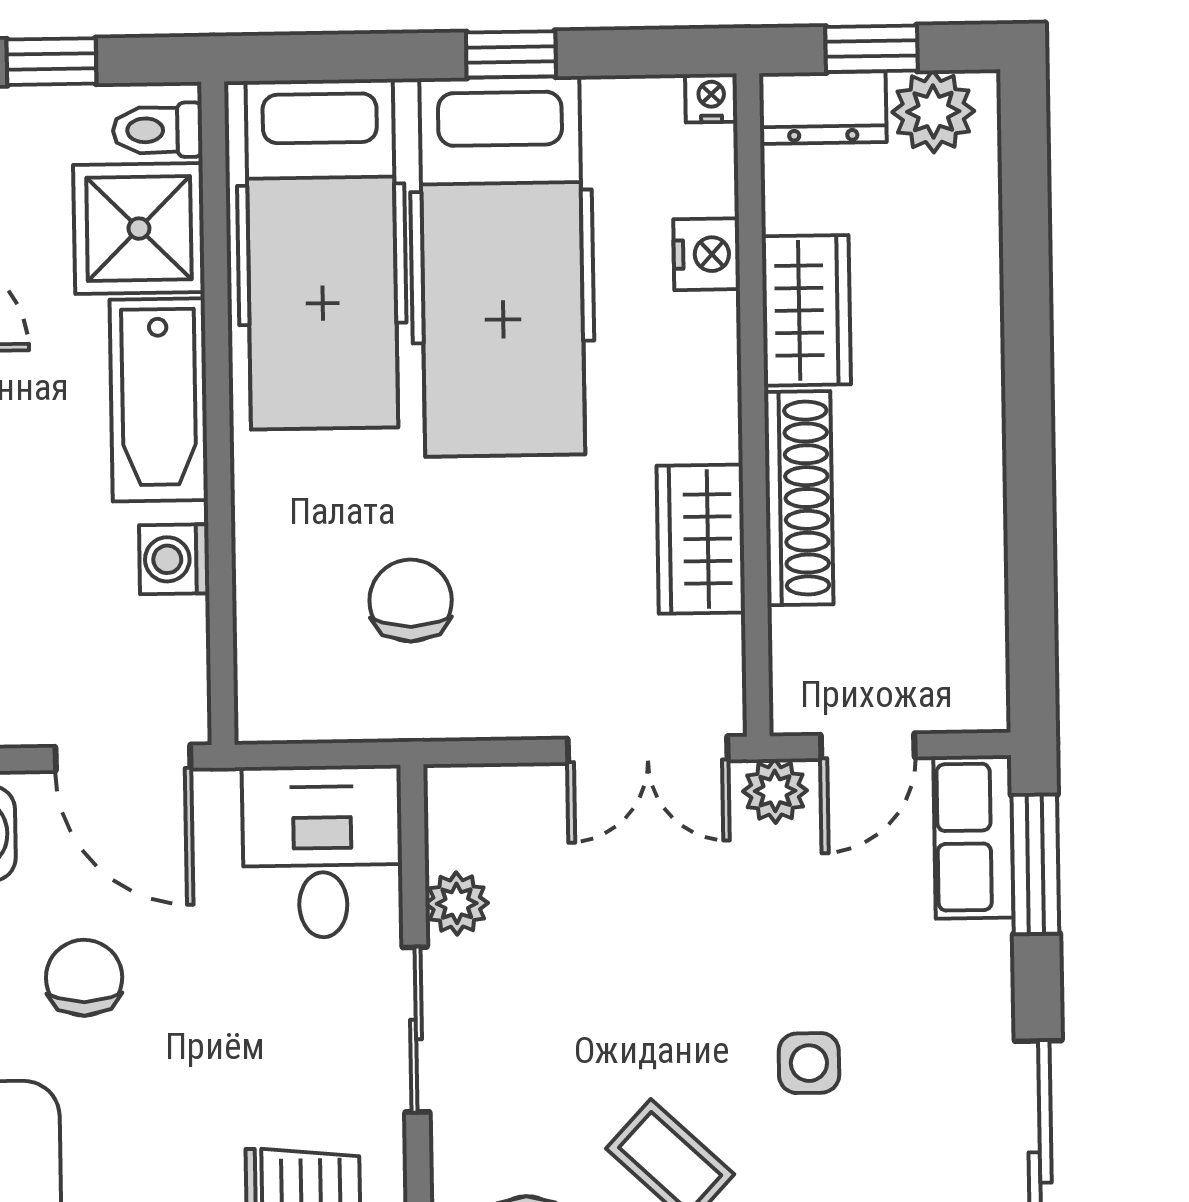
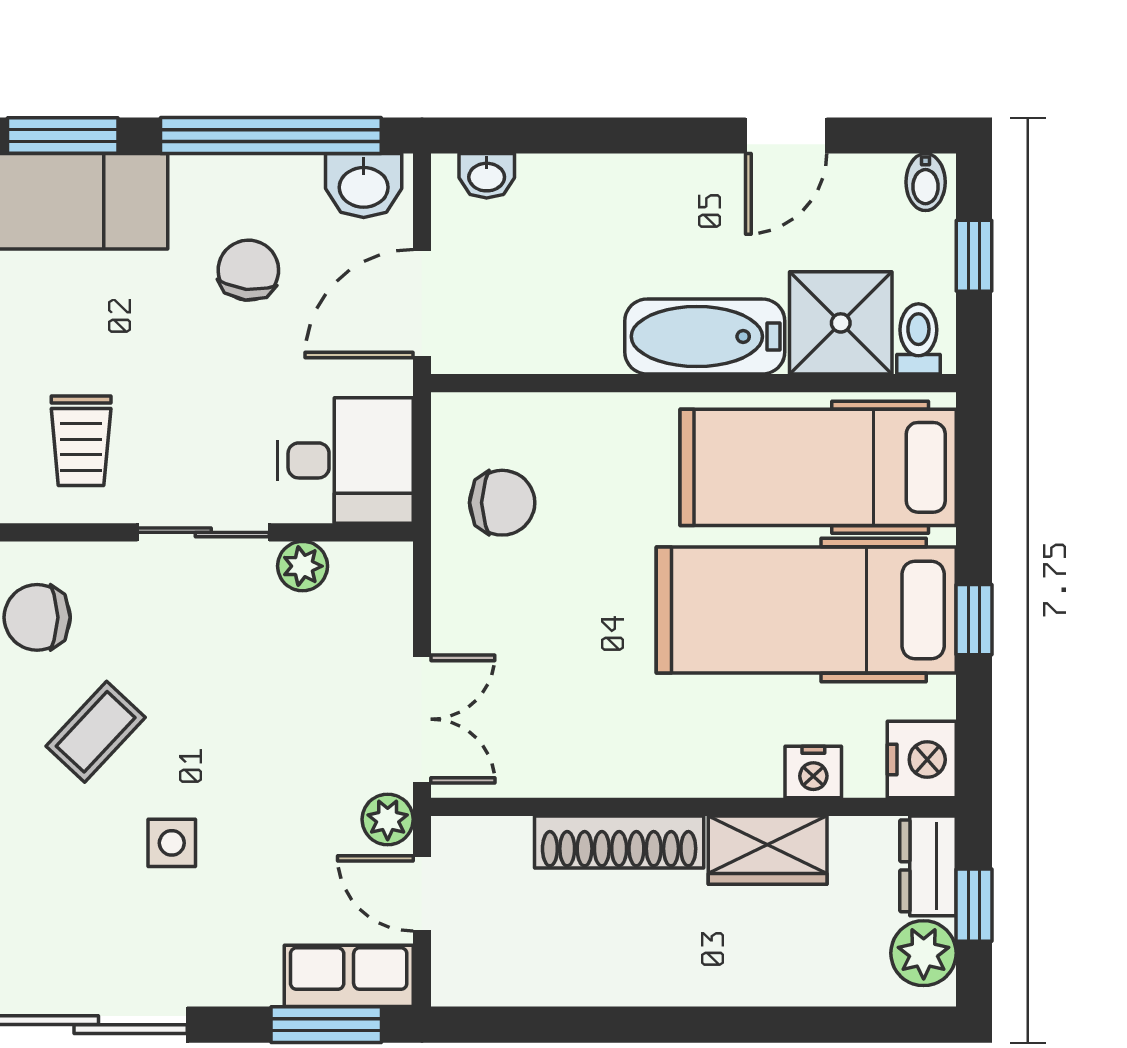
nightstand: (711, 98) -> (922, 760), width x1.89, depth x1.79
wardrobe: (701, 539) -> (588, 764), removed
washing machine: (174, 559) -> (579, 347), removed
chair: (411, 601) -> (502, 503), moved
double door: (648, 750) -> (422, 719), swing flipped
chair: (84, 978) -> (248, 270), turned -84

